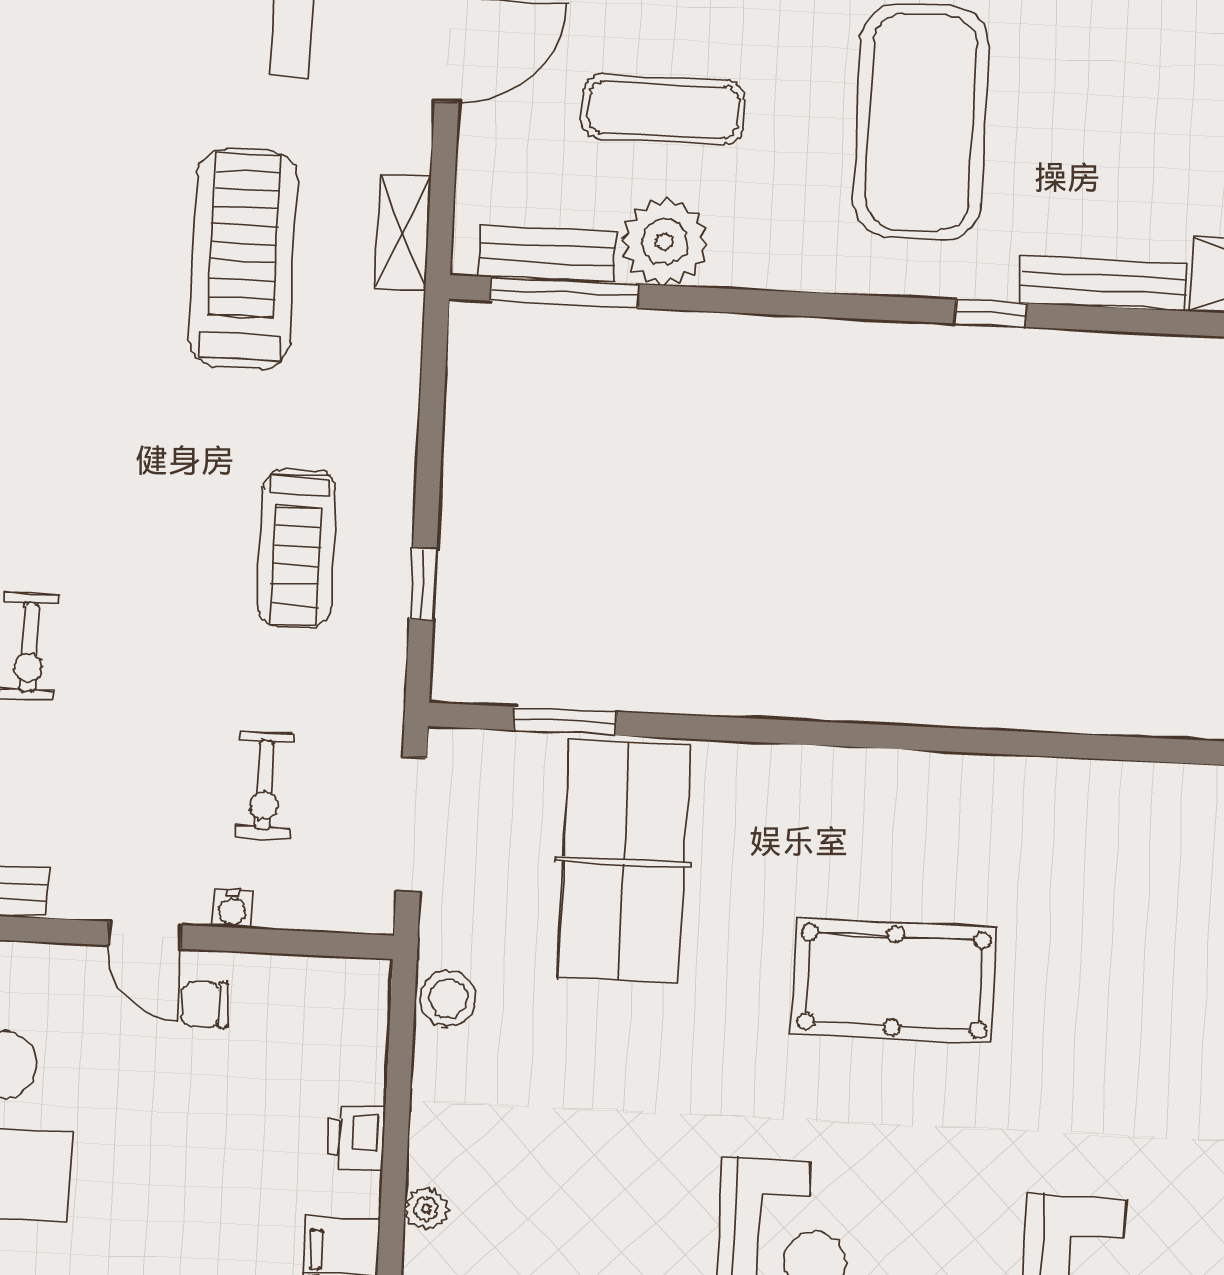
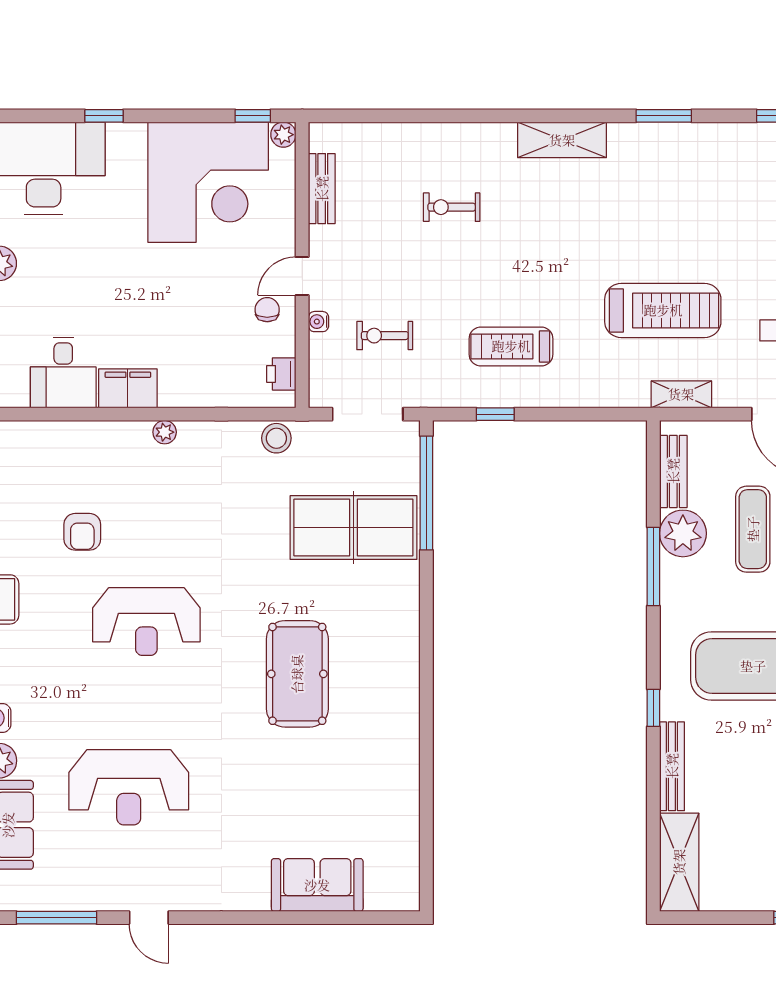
window: (564, 293) -> (653, 566), moved
window: (565, 721) -> (426, 493), width x2.11
printer: (357, 1138) -> (281, 374), moved, turned -90

